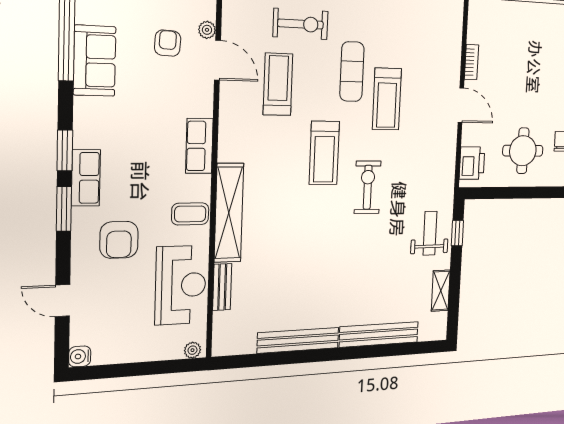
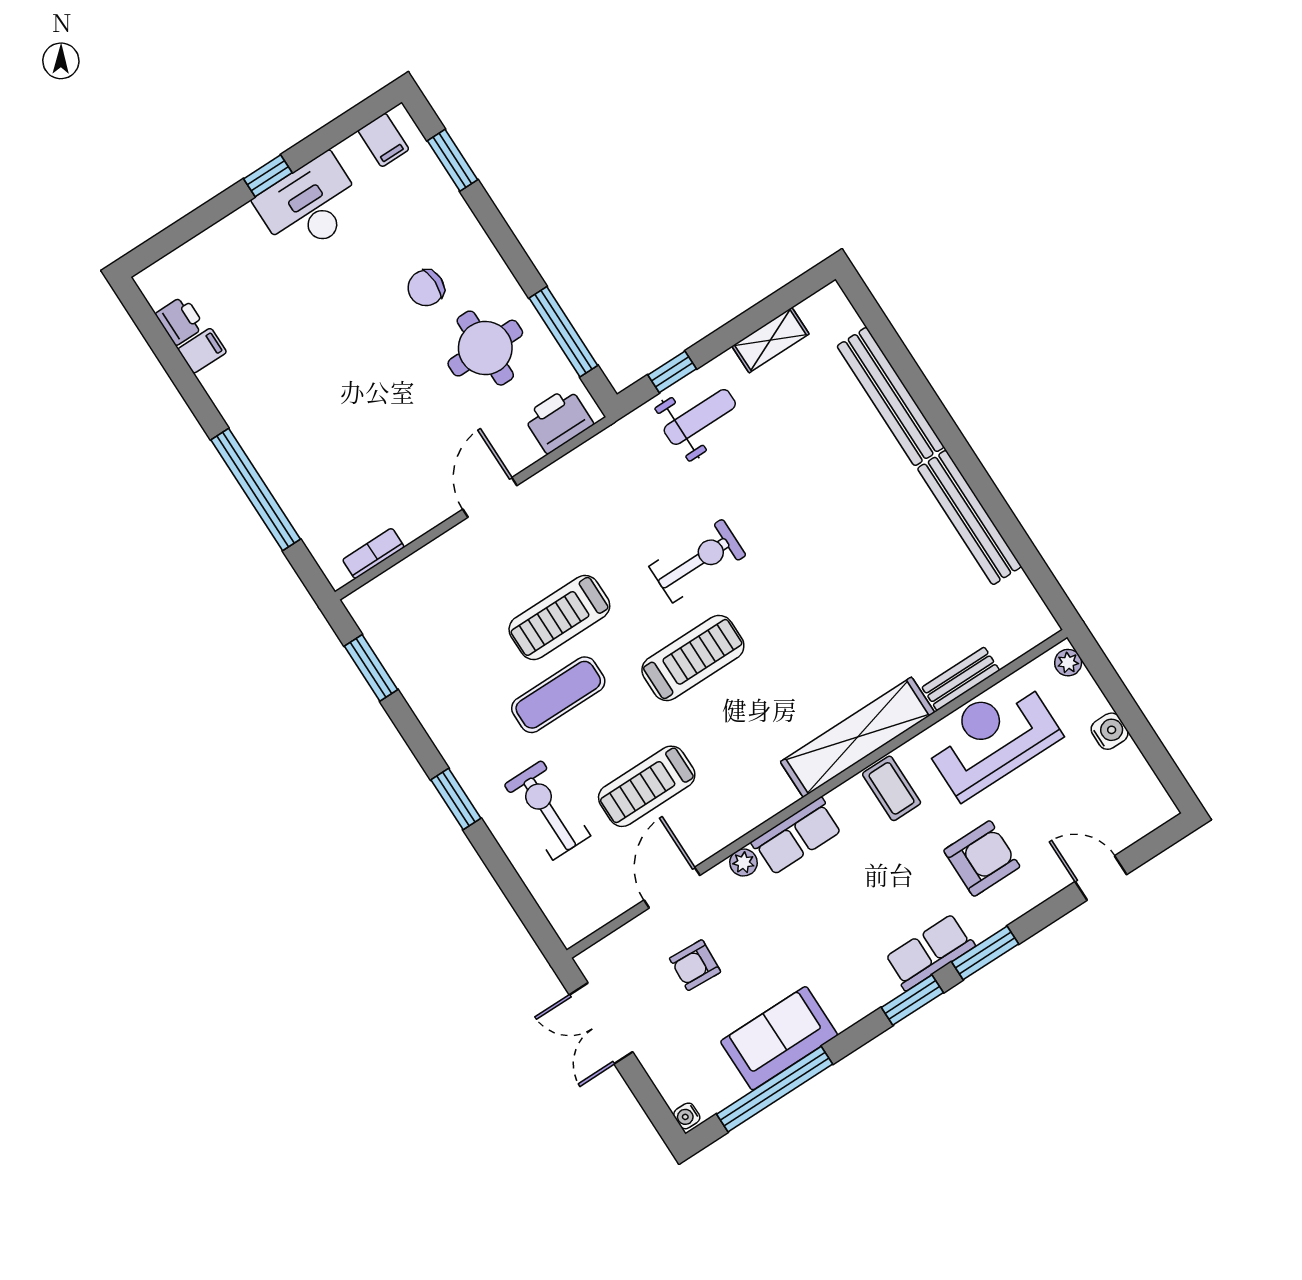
plant: (207, 30) -> (744, 863), moved
bookcase: (472, 62) -> (373, 553), moved
treadmill: (387, 99) -> (559, 617), turned 180
exercise bike: (368, 187) -> (697, 561), turned 180
window: (506, 193) -> (563, 332), added
weight bench: (430, 233) -> (700, 417), turned 180
door: (62, 301) -> (1101, 878), swing flipped
water cooler: (80, 356) -> (1110, 731), moved, turned -90

